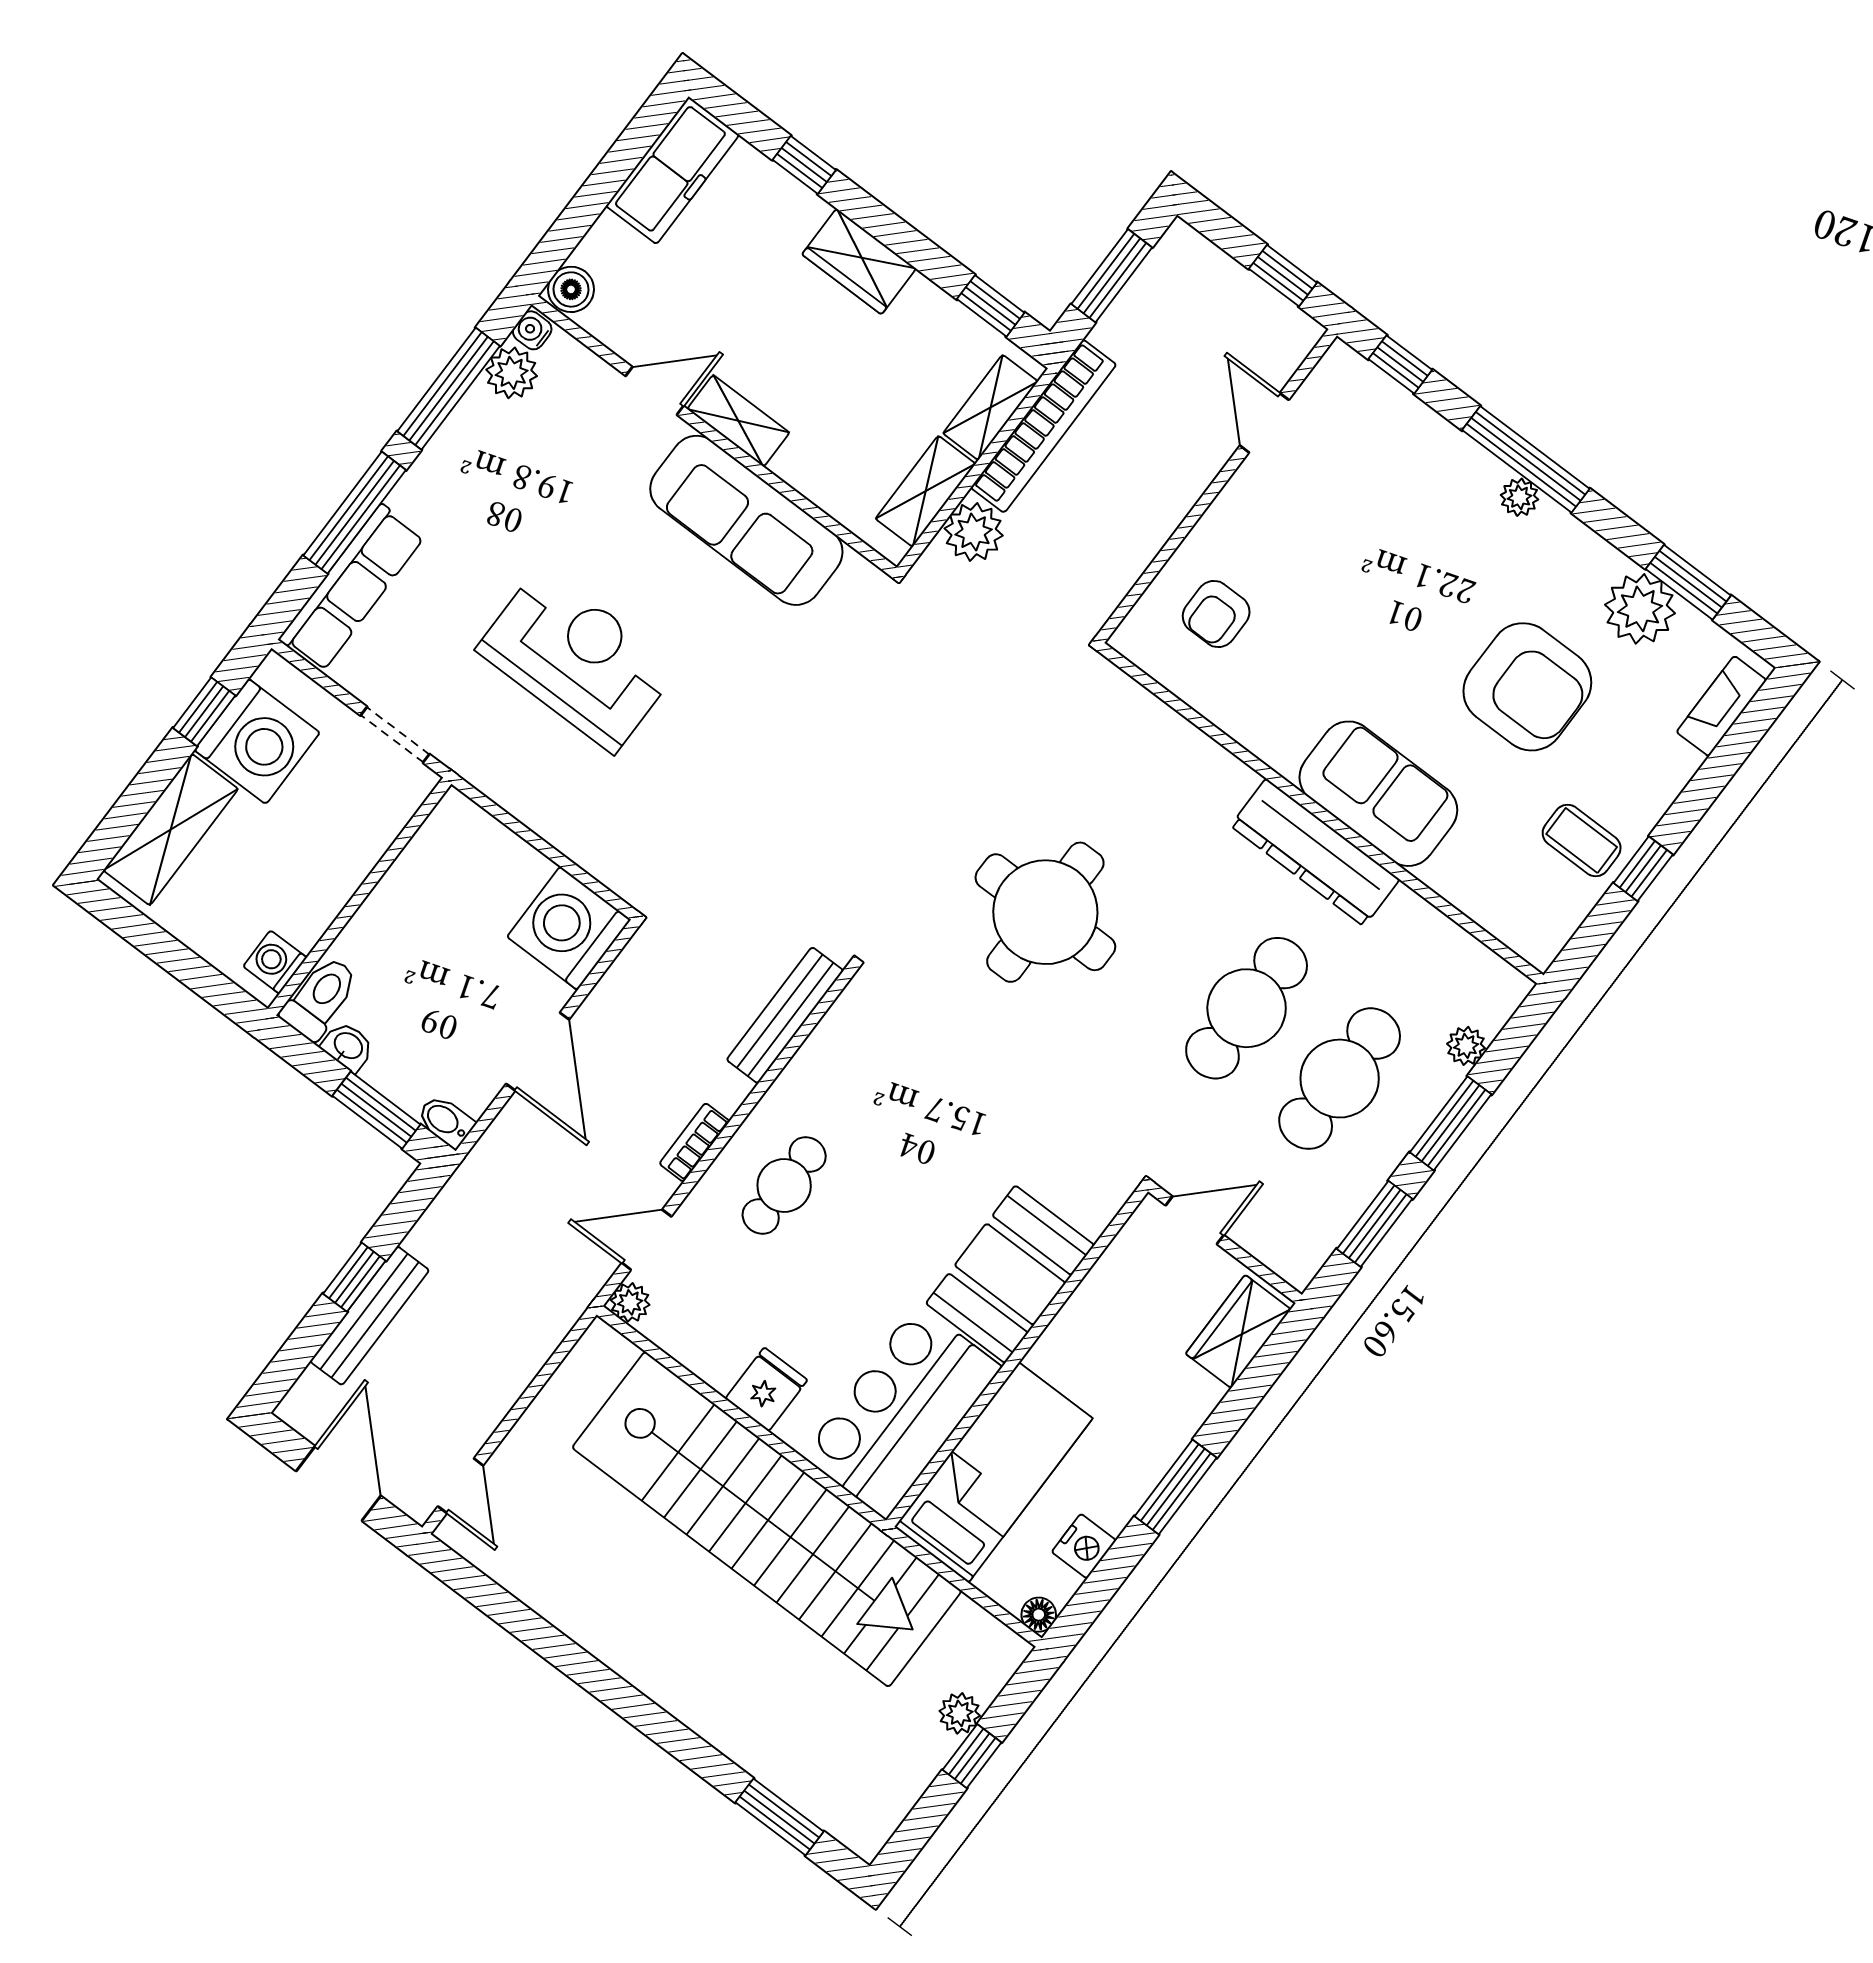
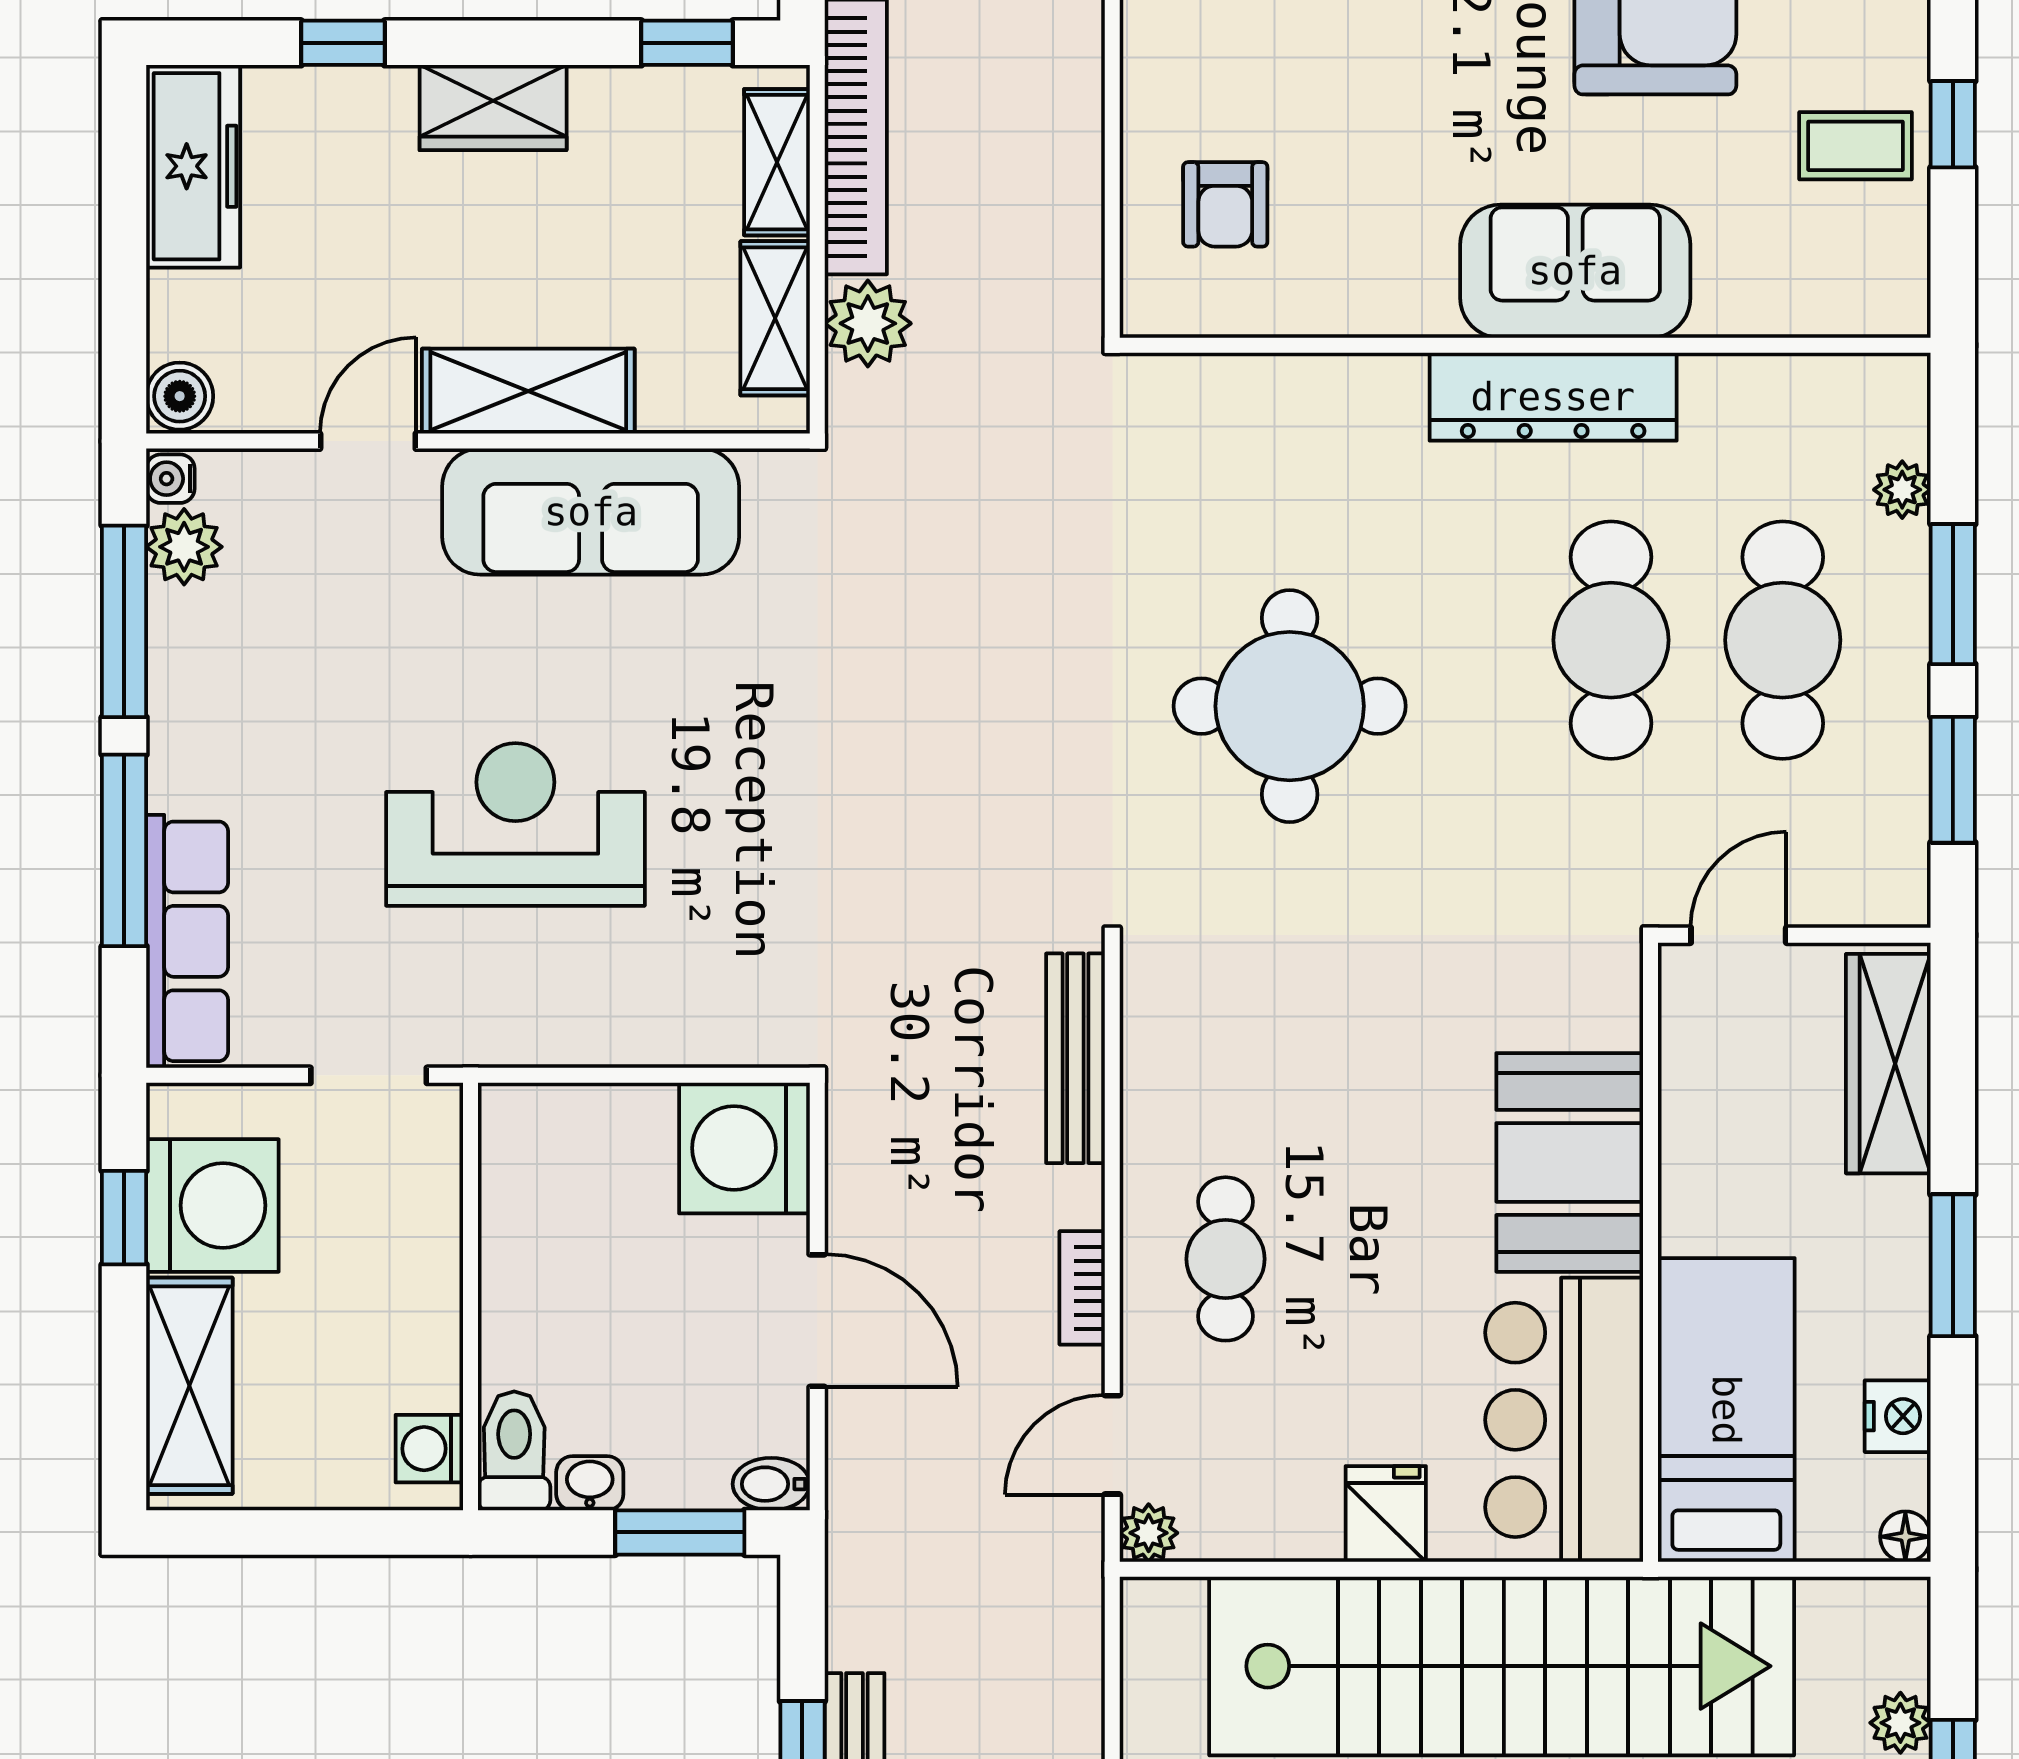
shelving: (738, 421) -> (528, 391), width x1.50, depth x1.33
wardrobe: (1238, 1331) -> (1888, 1064), width x1.50

